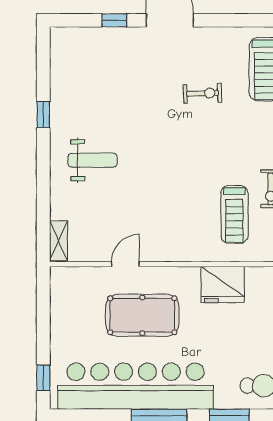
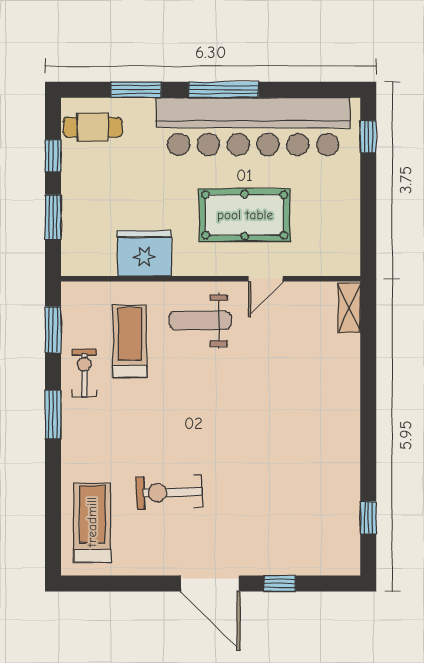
exercise bike: (203, 93) -> (169, 492), width x1.38, depth x1.39
window: (43, 115) -> (368, 518), moved
weight bench: (92, 160) -> (200, 321), moved

